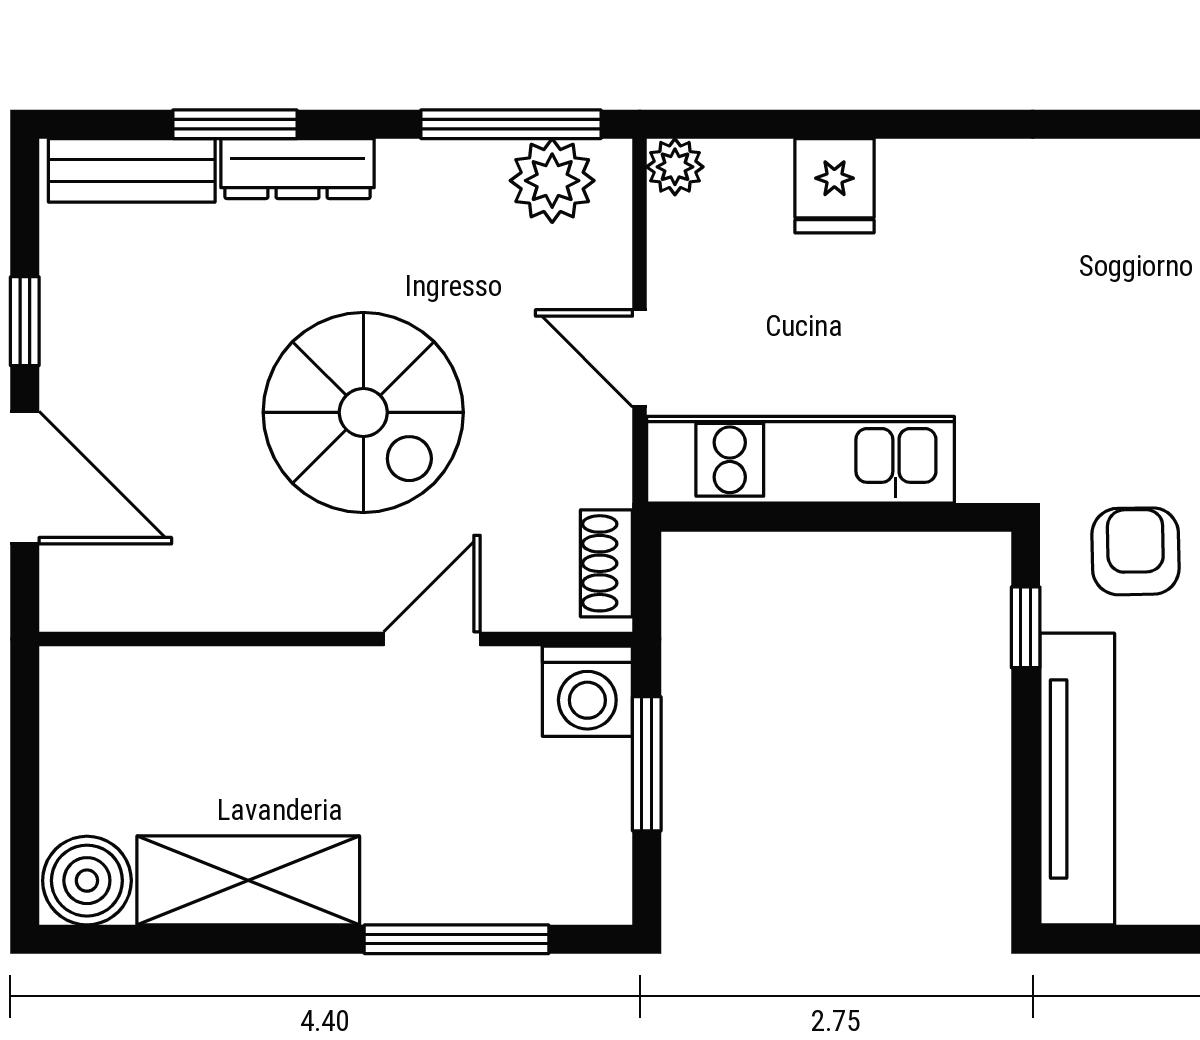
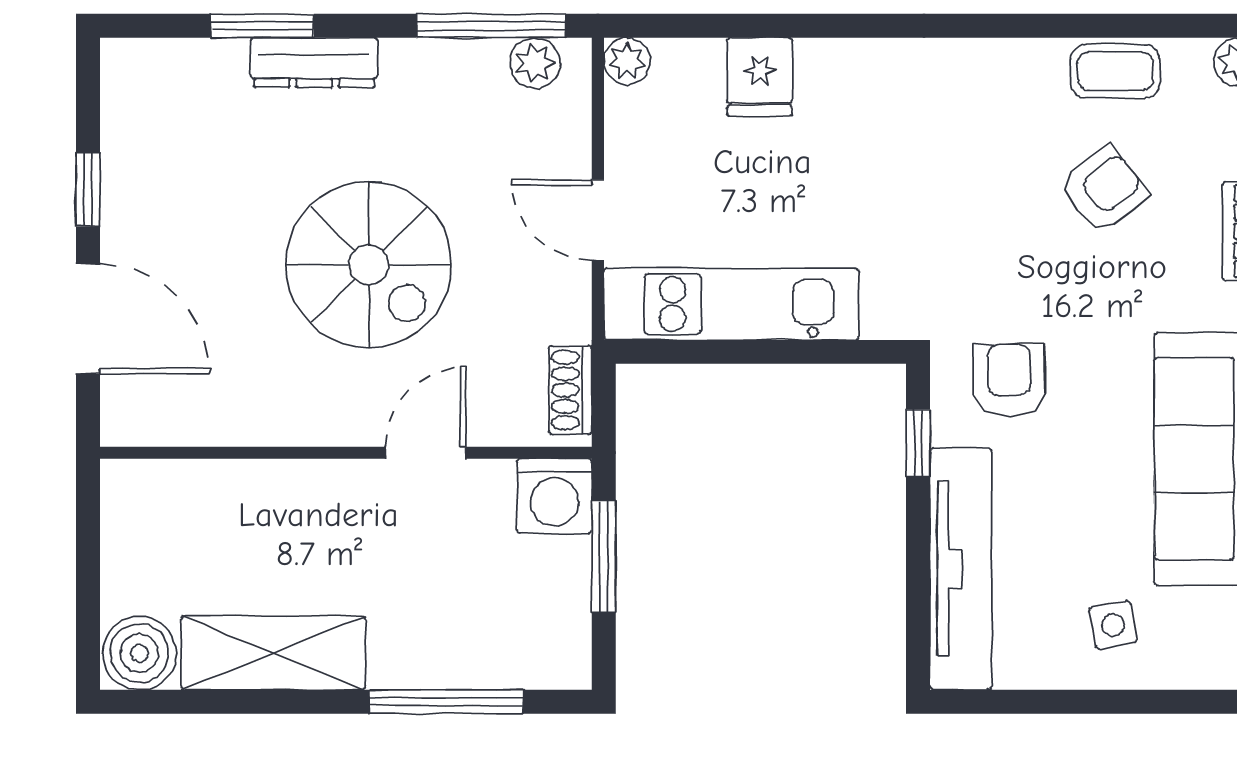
bench: (132, 170) -> (177, 64), removed
plant: (552, 181) -> (535, 63), width x0.73, depth x0.73

